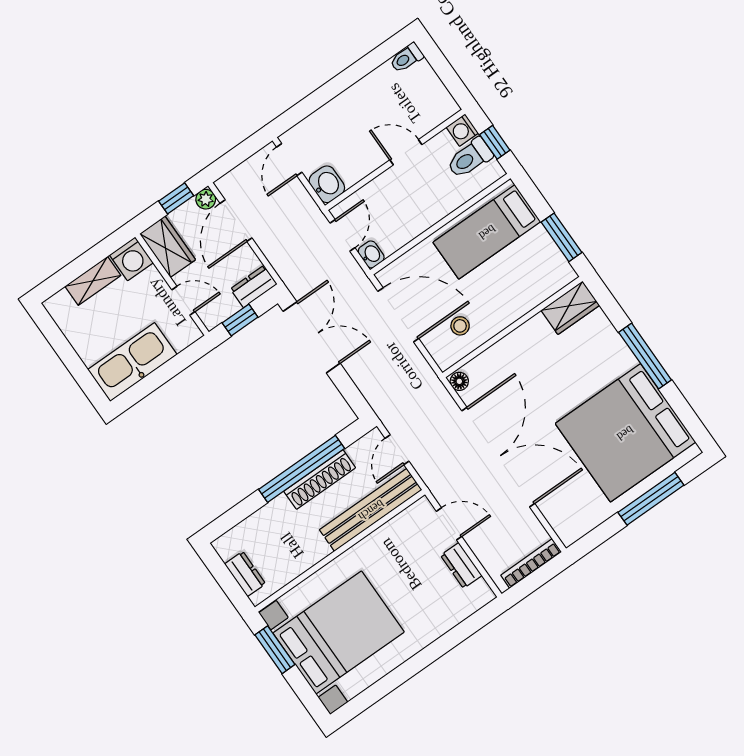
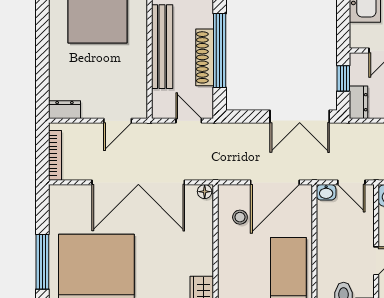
bench: (371, 510) -> (162, 47), moved
dresser: (461, 565) -> (64, 110), moved

